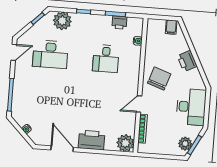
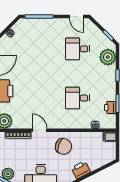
filing cabinet: (171, 27) -> (110, 137), moved
desk: (50, 54) -> (77, 49), width x0.73

